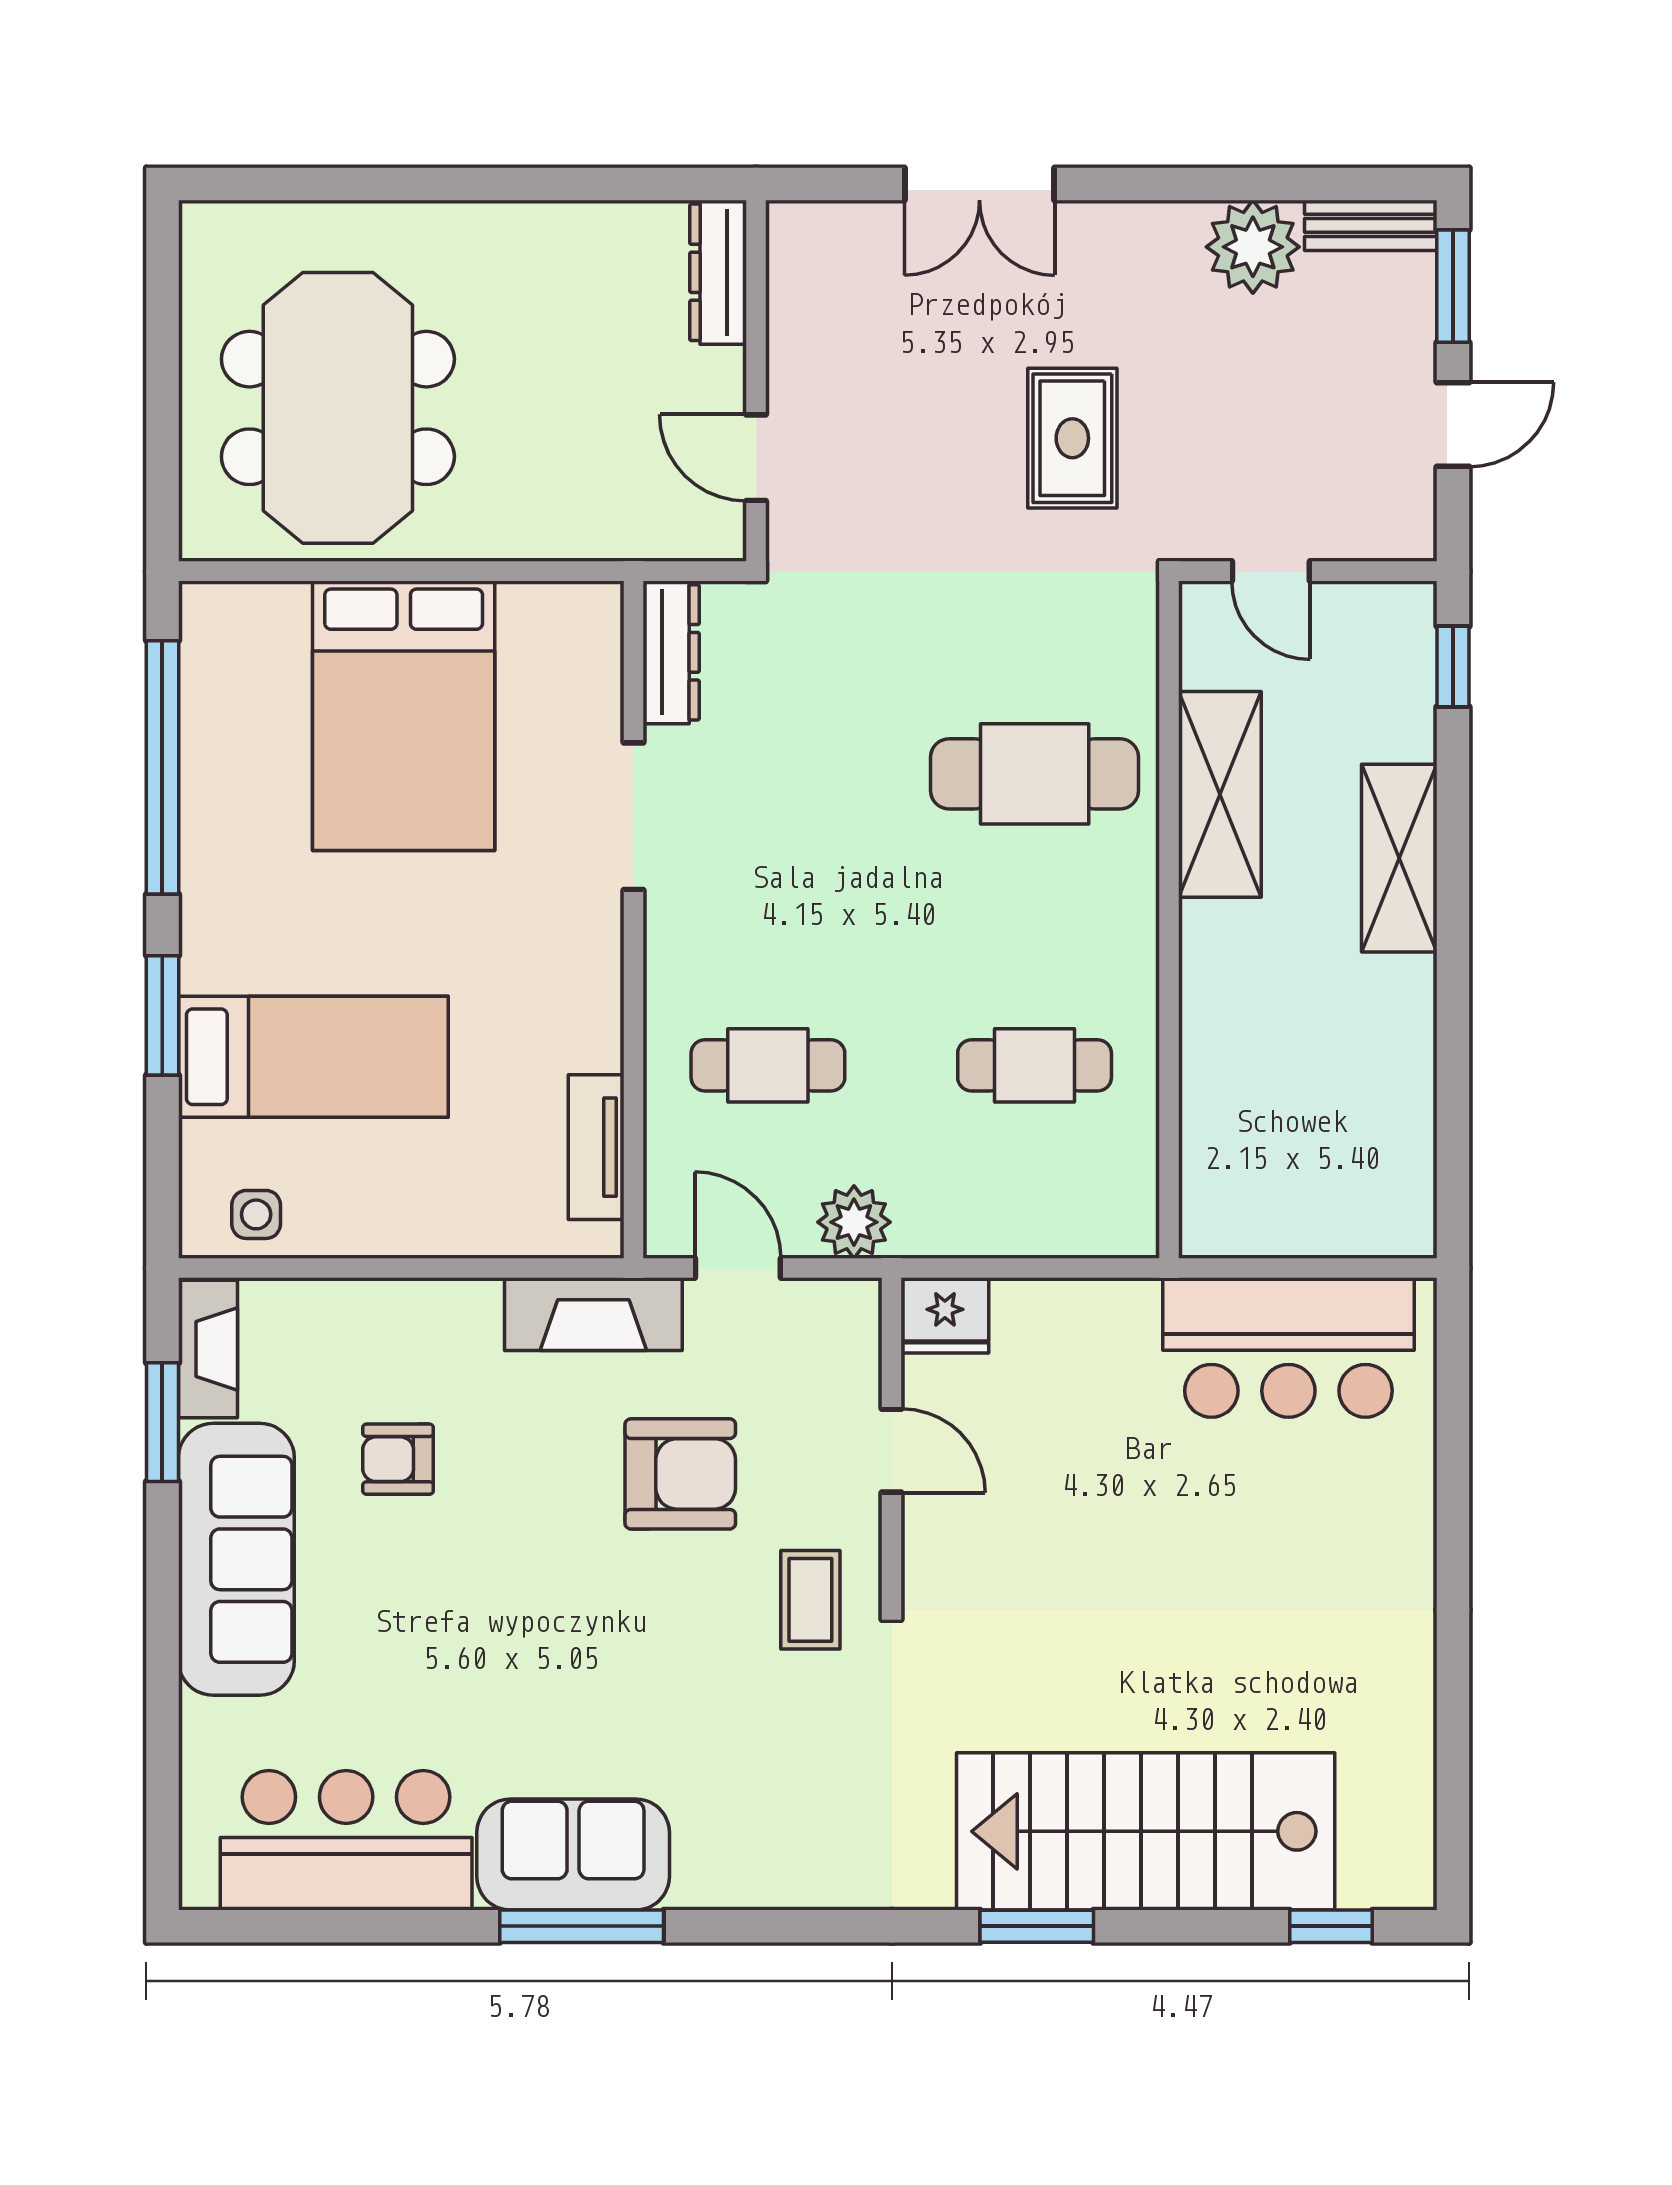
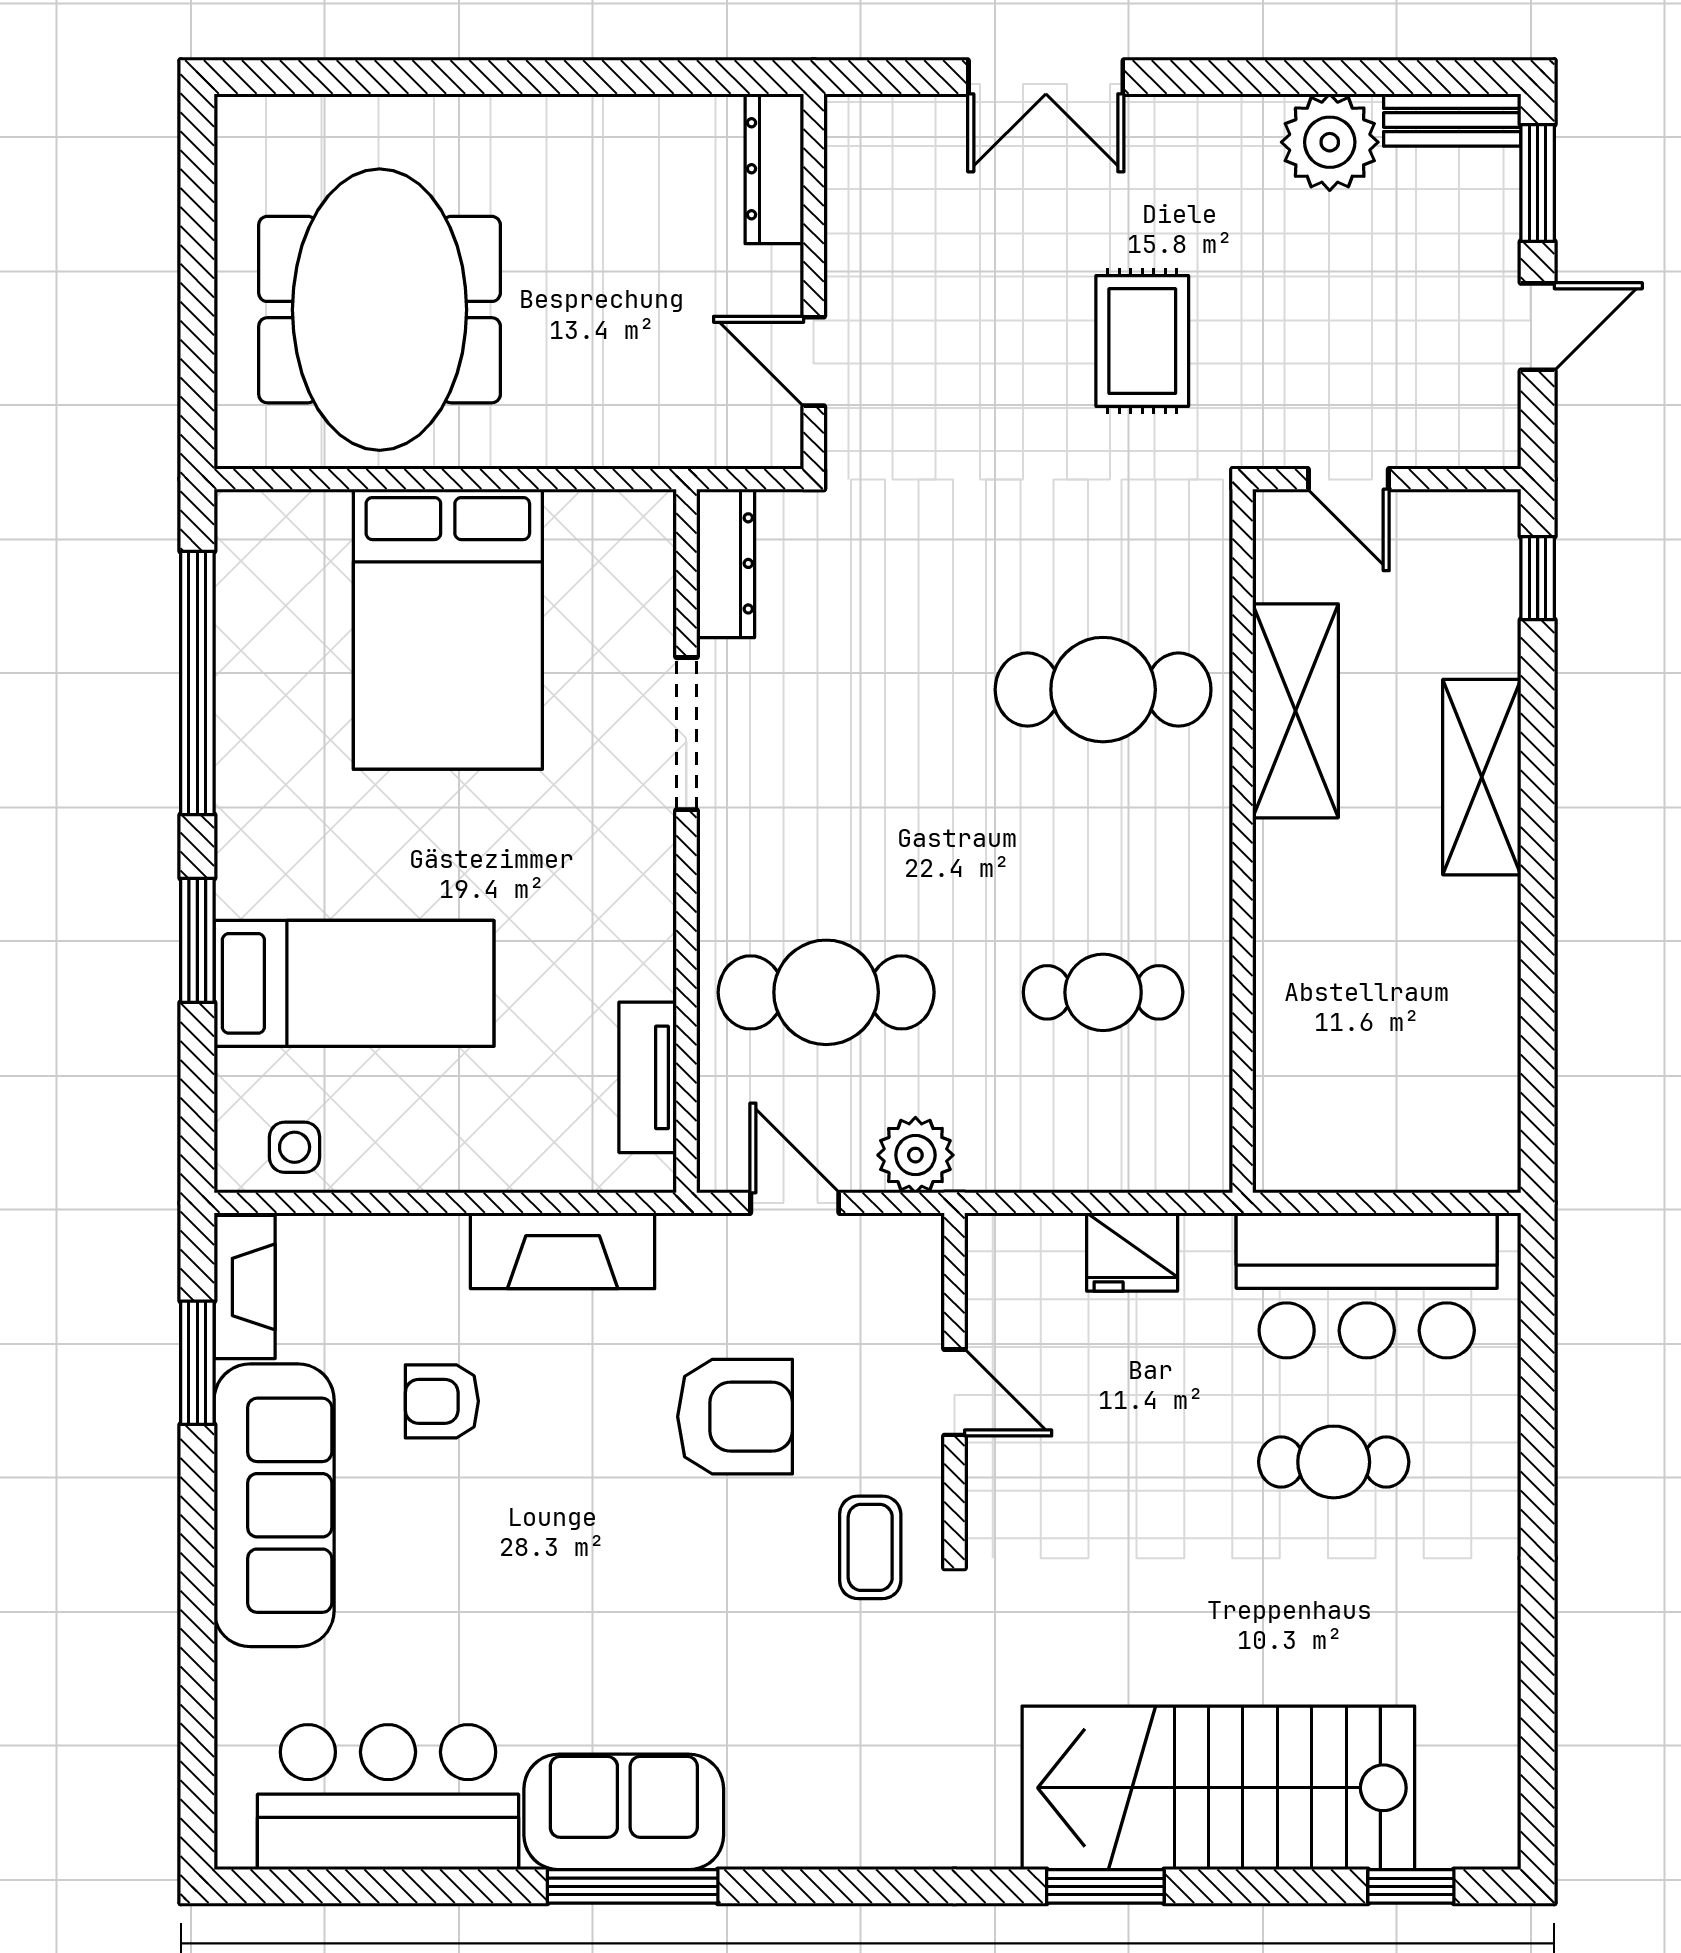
cafe table: (768, 1065) -> (826, 992), width x1.37, depth x1.35
fireplace: (593, 1314) -> (563, 1251), moved
fridge: (945, 1315) -> (1132, 1252), moved
cafe table: (1257, 1518) -> (1334, 1462), added

